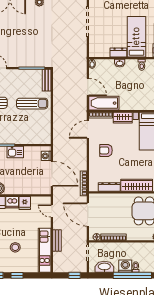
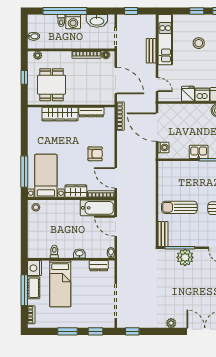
dresser: (118, 52) -> (99, 266), moved
plant: (27, 60) -> (185, 257), added
door: (88, 129) -> (116, 178), swing flipped

